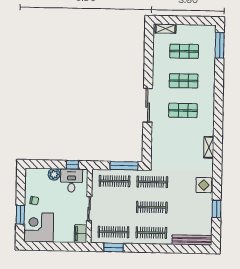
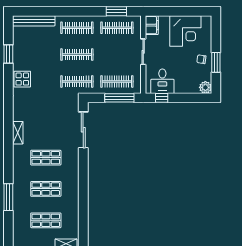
window: (220, 45) -> (8, 197), moved
sliding door: (148, 105) -> (83, 130), moved
shelving: (209, 147) -> (18, 133), moved
window: (124, 166) -> (119, 98), moved
plant: (54, 174) -> (205, 87), moved
window: (20, 215) -> (216, 62), moved
corner desk: (39, 227) -> (185, 31), moved

